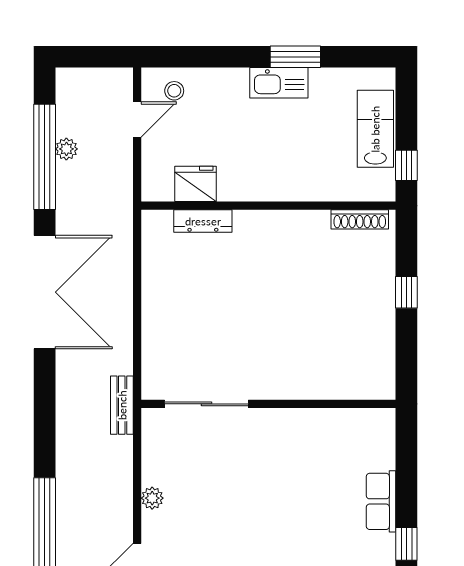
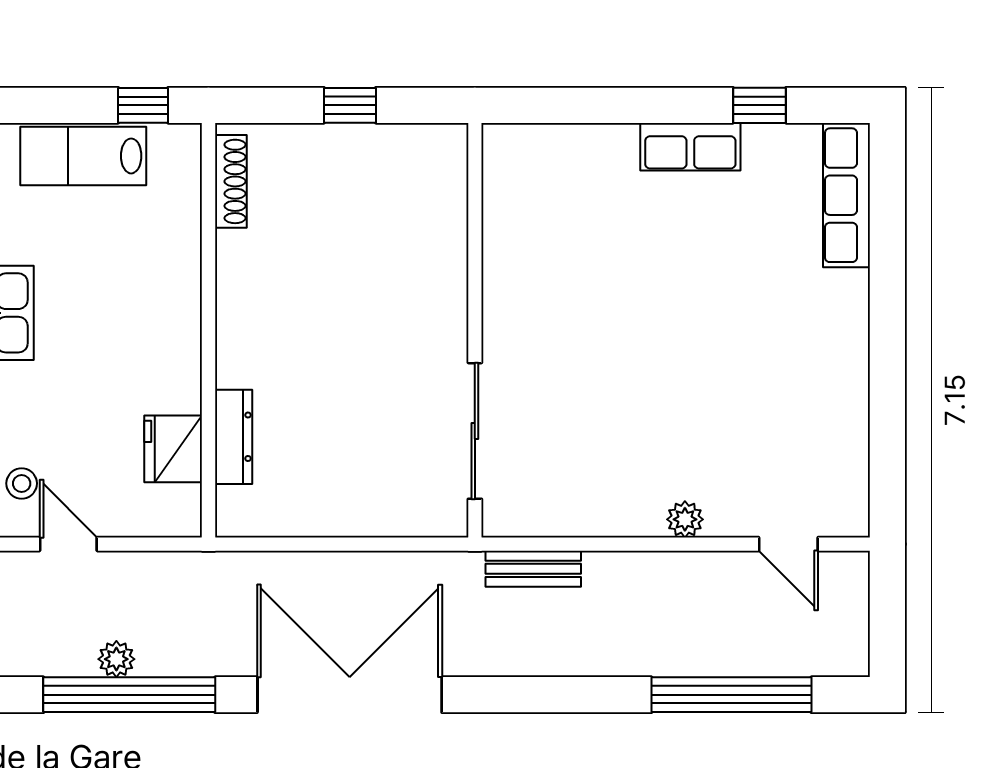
sliding door: (206, 404) -> (475, 431), moved
wall: (268, 404) -> (475, 330), moved

